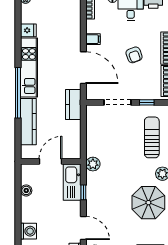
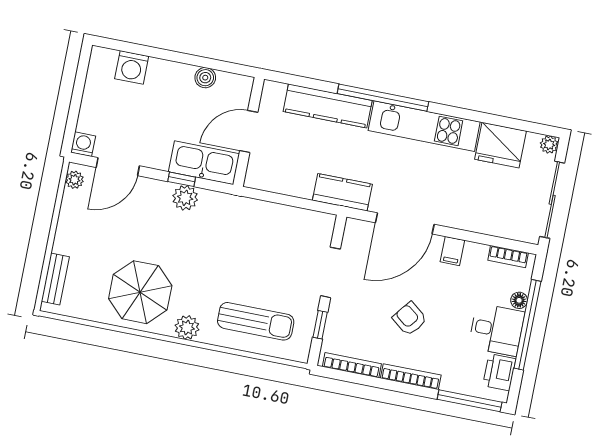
fridge: (28, 30) -> (500, 145), width x1.88, depth x1.34
armchair: (134, 55) -> (410, 319), turned 58
door: (50, 161) -> (249, 131), swing flipped
plant: (93, 164) -> (185, 198), moved

